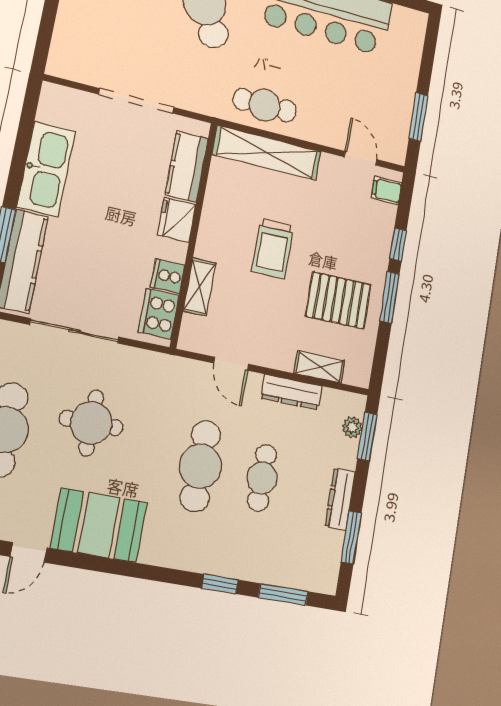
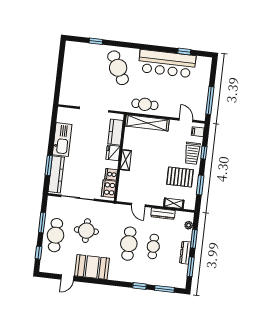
window: (418, 117) -> (210, 100), width x1.44
trolley: (273, 248) -> (192, 153), moved
shelving: (199, 287) -> (126, 160), moved
window: (390, 297) -> (200, 185), moved
window: (367, 437) -> (194, 239), moved

